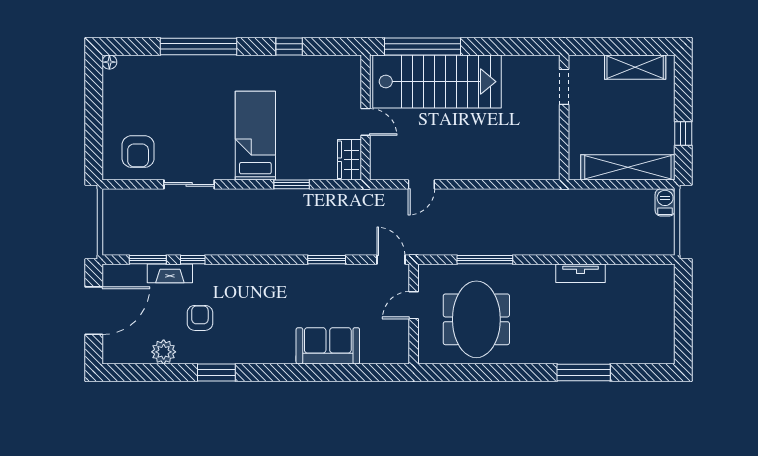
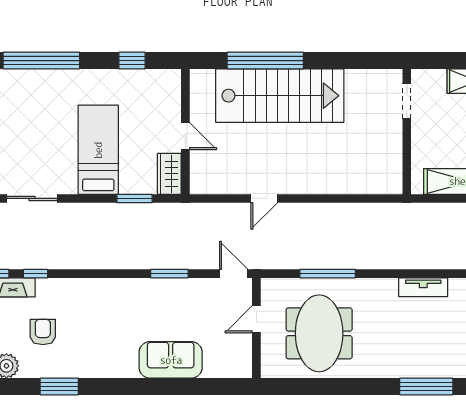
wall: (366, 117) -> (185, 132), moved
door: (366, 122) -> (185, 136), moved
wardrobe: (350, 160) -> (169, 174), moved

